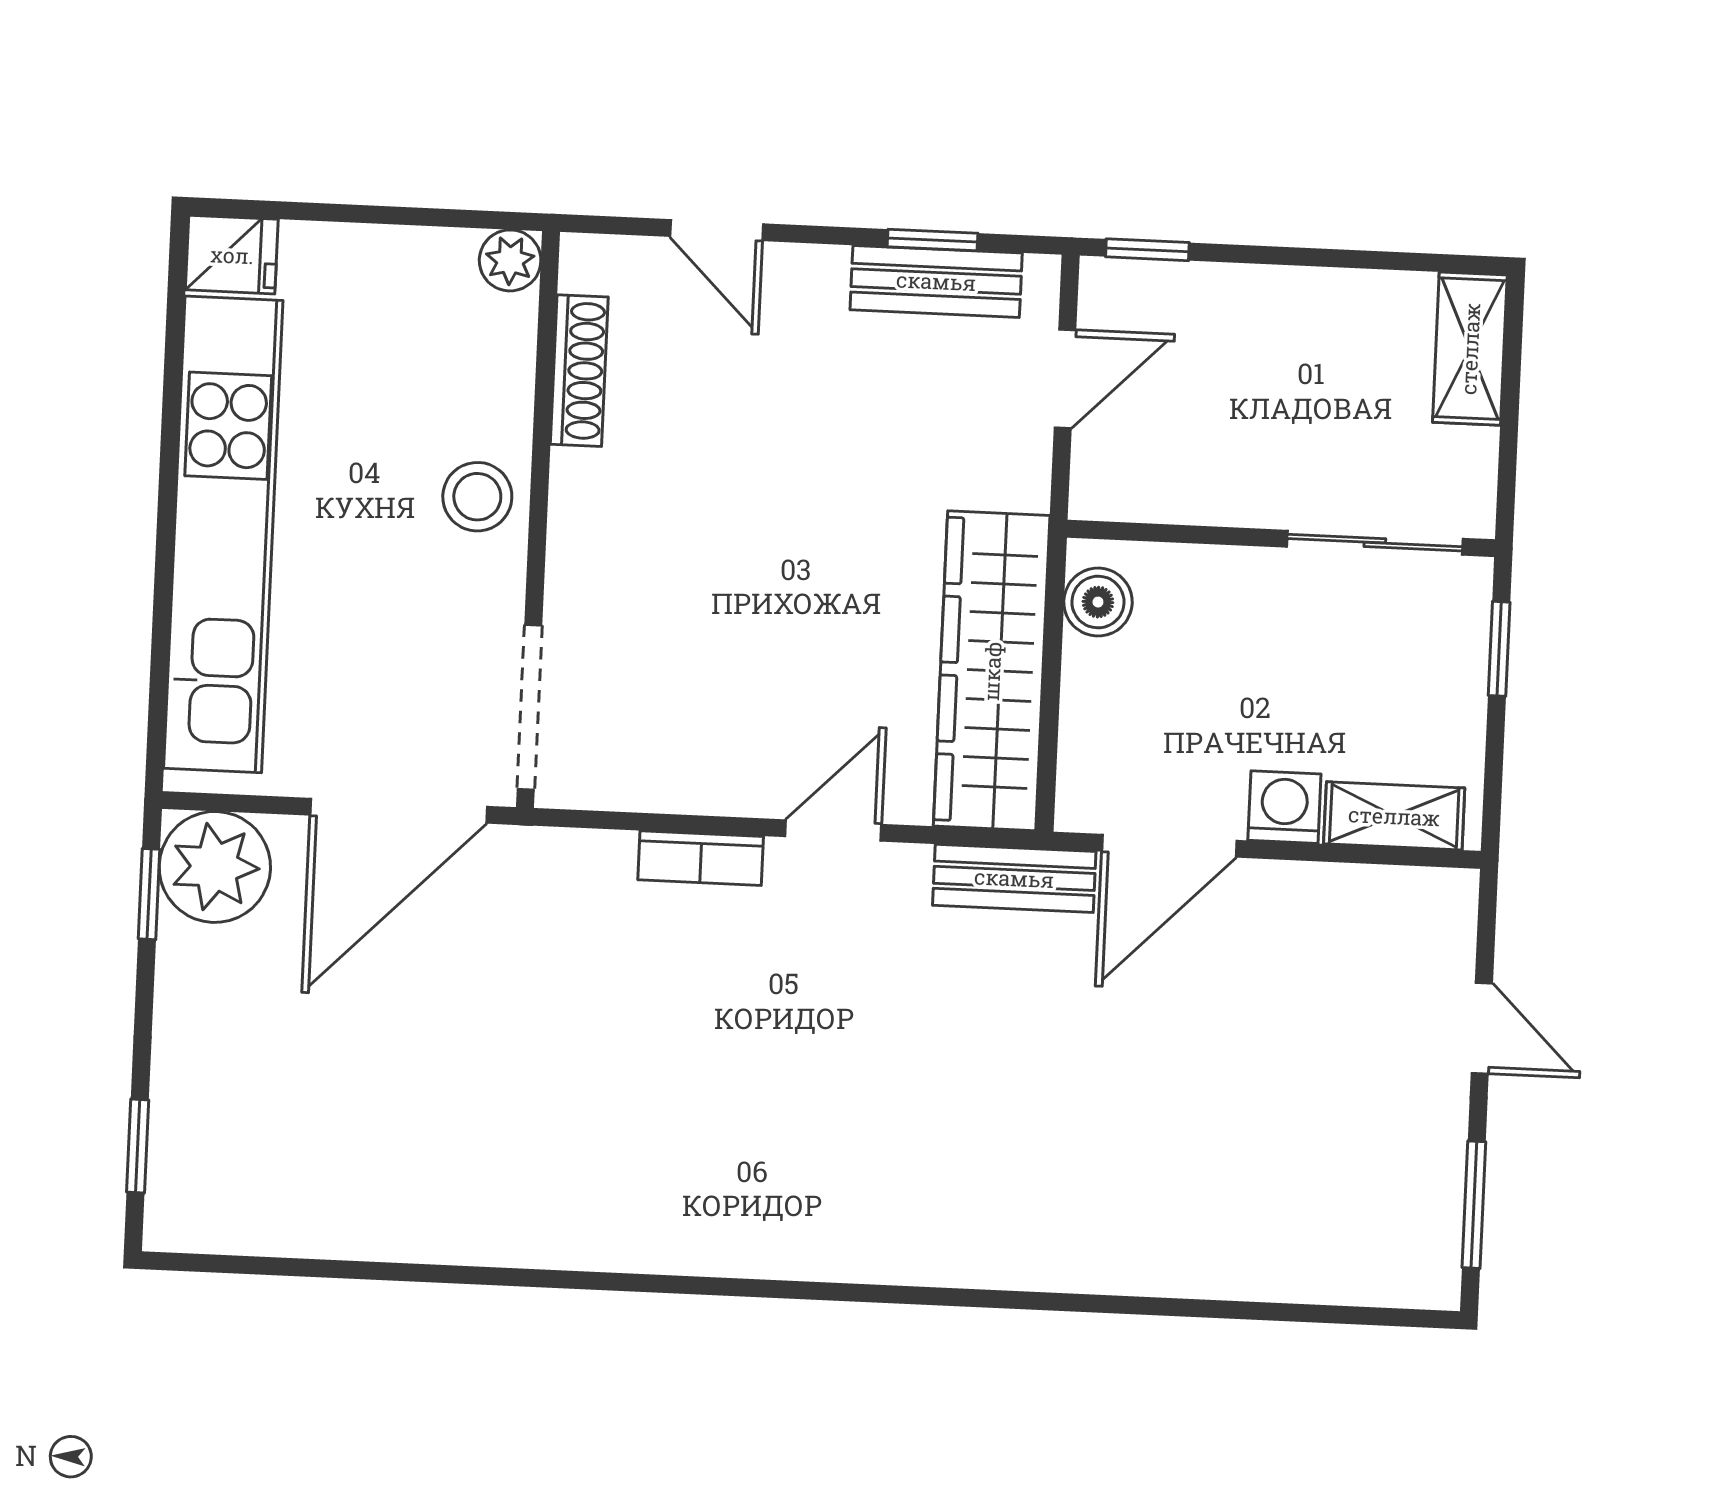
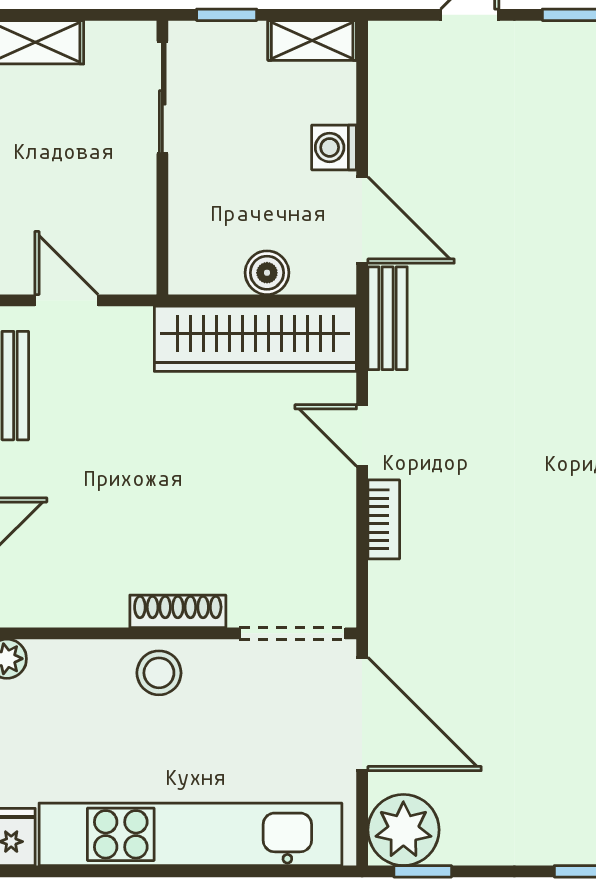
shoe rack: (579, 371) -> (178, 611), moved
boiler: (1098, 602) -> (267, 273), moved
shelving: (1394, 816) -> (312, 40), moved, turned 90

